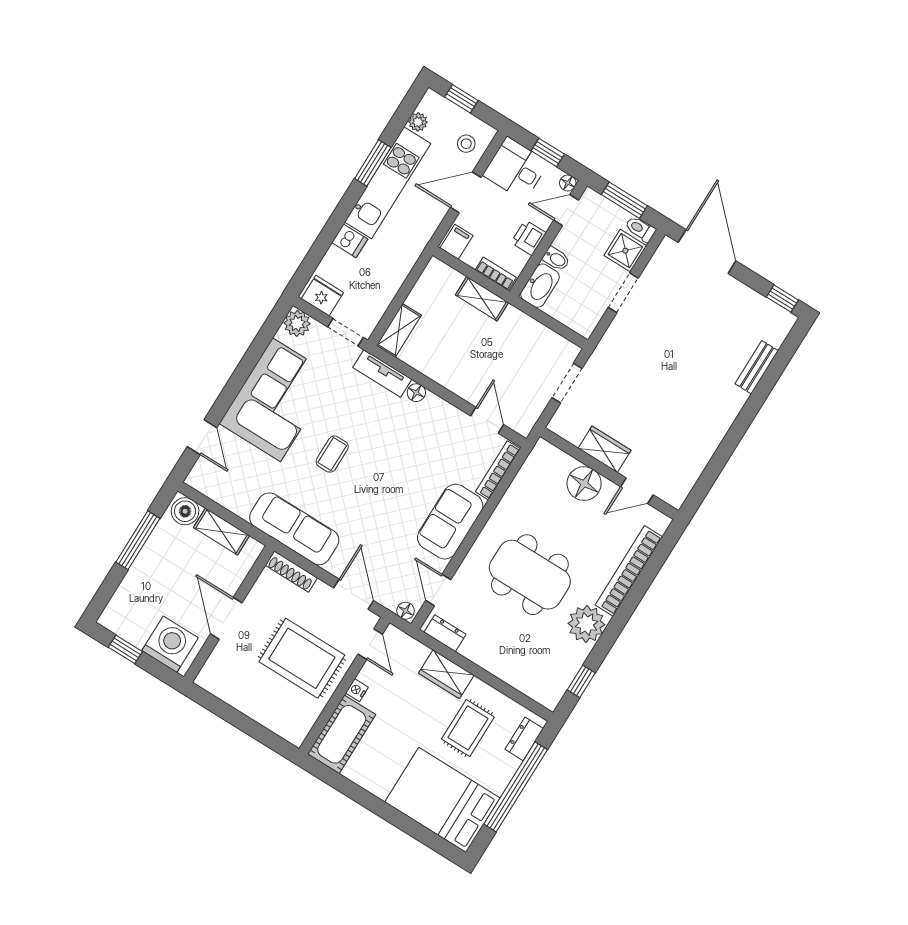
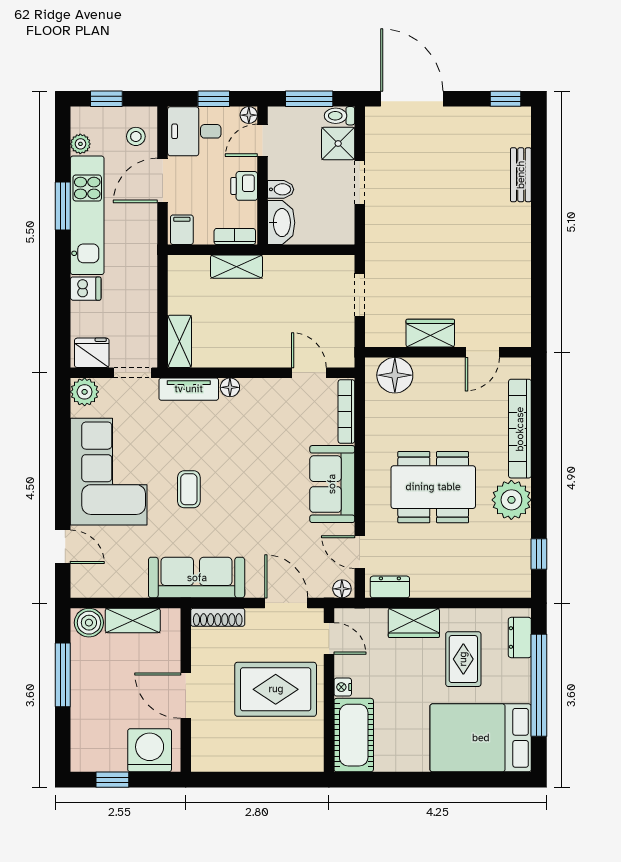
floor lamp: (584, 484) -> (395, 375), moved

